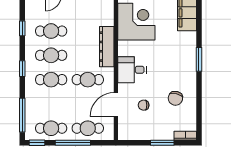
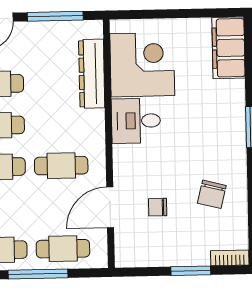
dresser: (107, 47) -> (92, 74), moved
desk: (132, 70) -> (136, 121), moved

